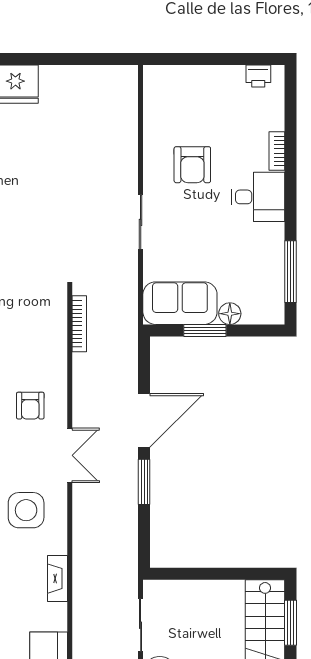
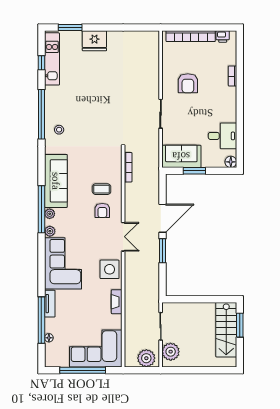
bookcase: (198, 75) -> (191, 36), added
desk: (258, 197) -> (223, 136), moved
window: (291, 272) -> (240, 140), removed
floor lamp: (230, 314) -> (231, 162), moved
coffee table: (29, 365) -> (102, 189), added
side table: (26, 510) -> (110, 269), moved

